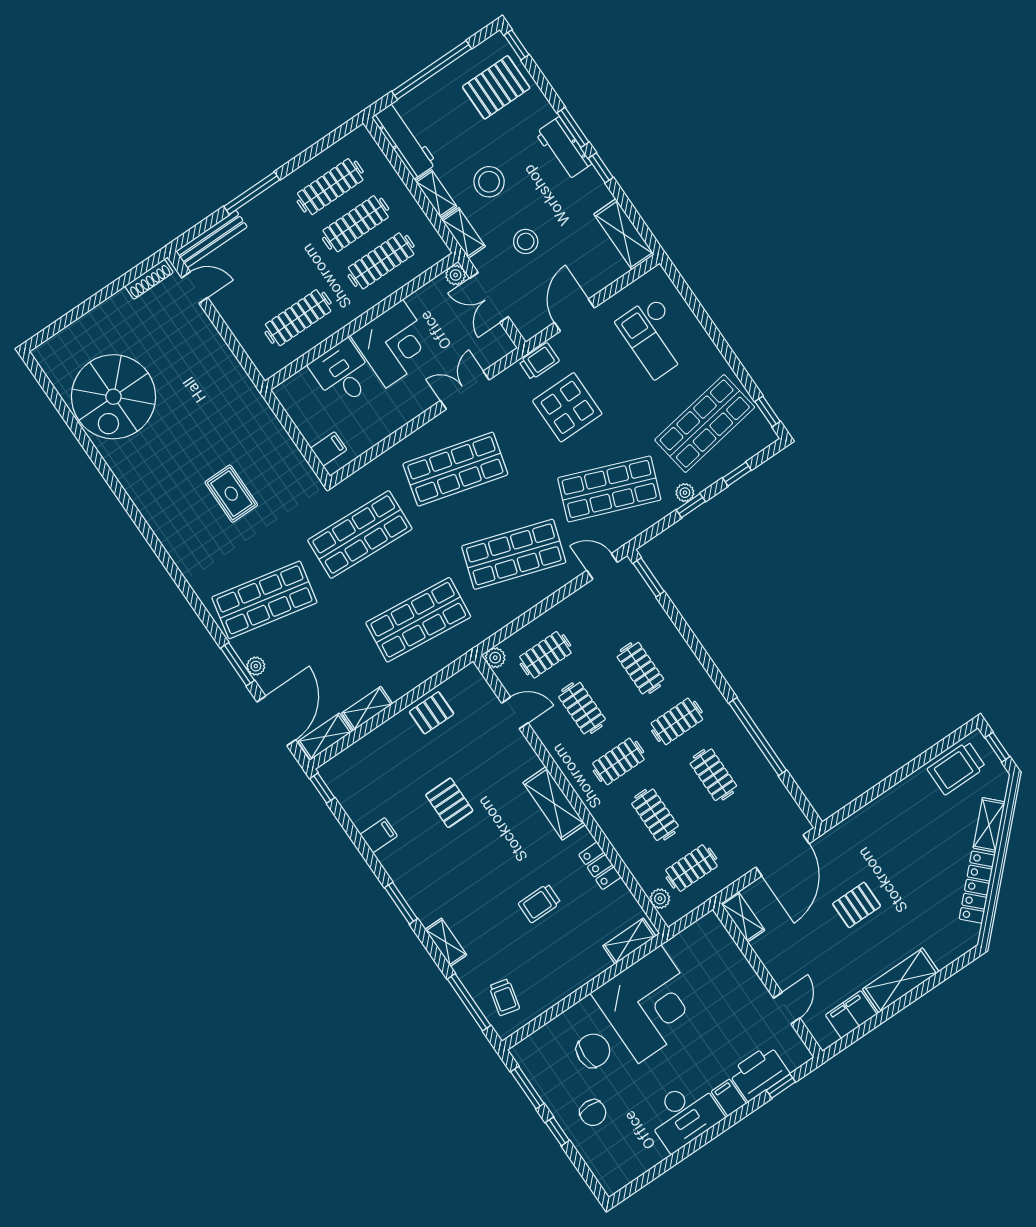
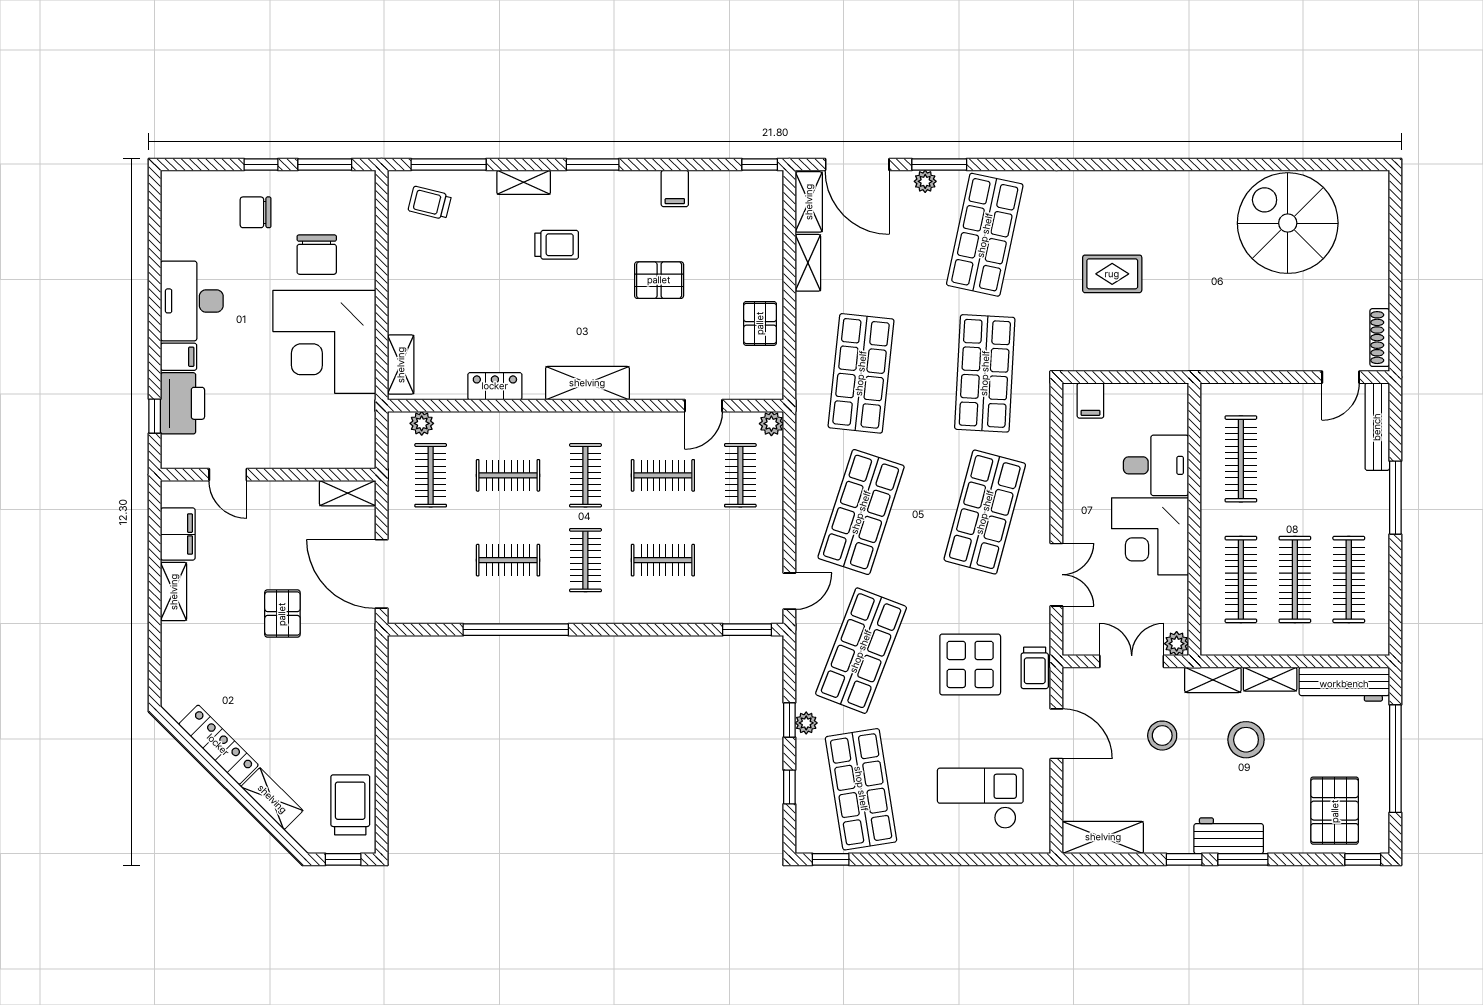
trolley: (540, 903) -> (557, 245), moved, turned 90
shelving: (901, 980) -> (174, 592), width x0.67, depth x0.75

